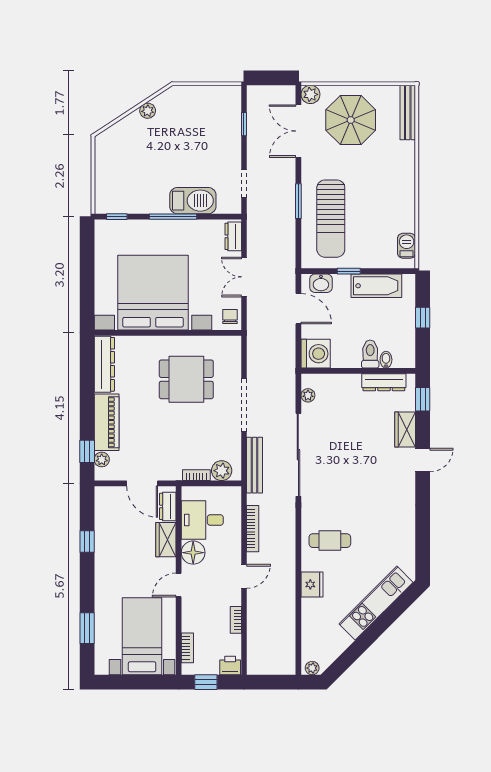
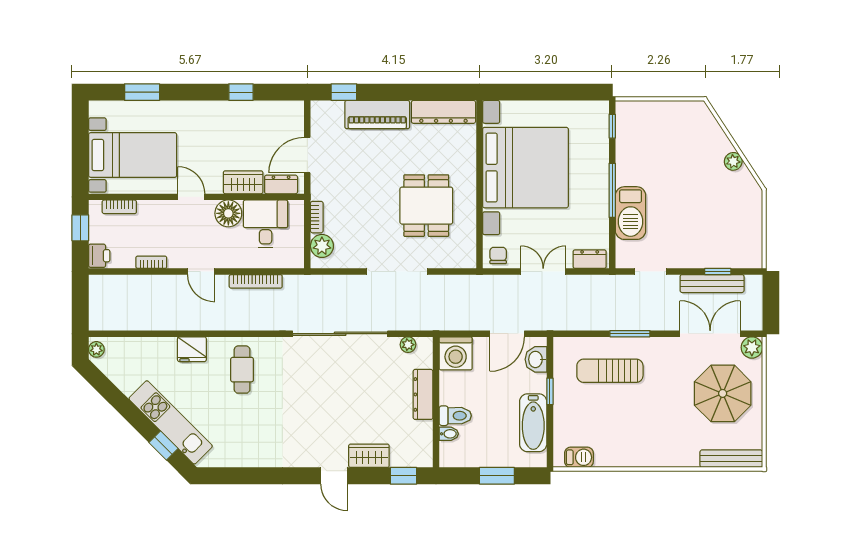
sun lounger: (331, 219) -> (610, 371), width x0.73, depth x0.75
chair: (230, 316) -> (498, 256), turned -90
window: (423, 318) -> (497, 476), width x1.50
dresser: (384, 382) -> (423, 394), moved
plant: (102, 459) -> (335, 109), removed
bench: (255, 465) -> (712, 284), moved
window: (396, 609) -> (163, 446), added

